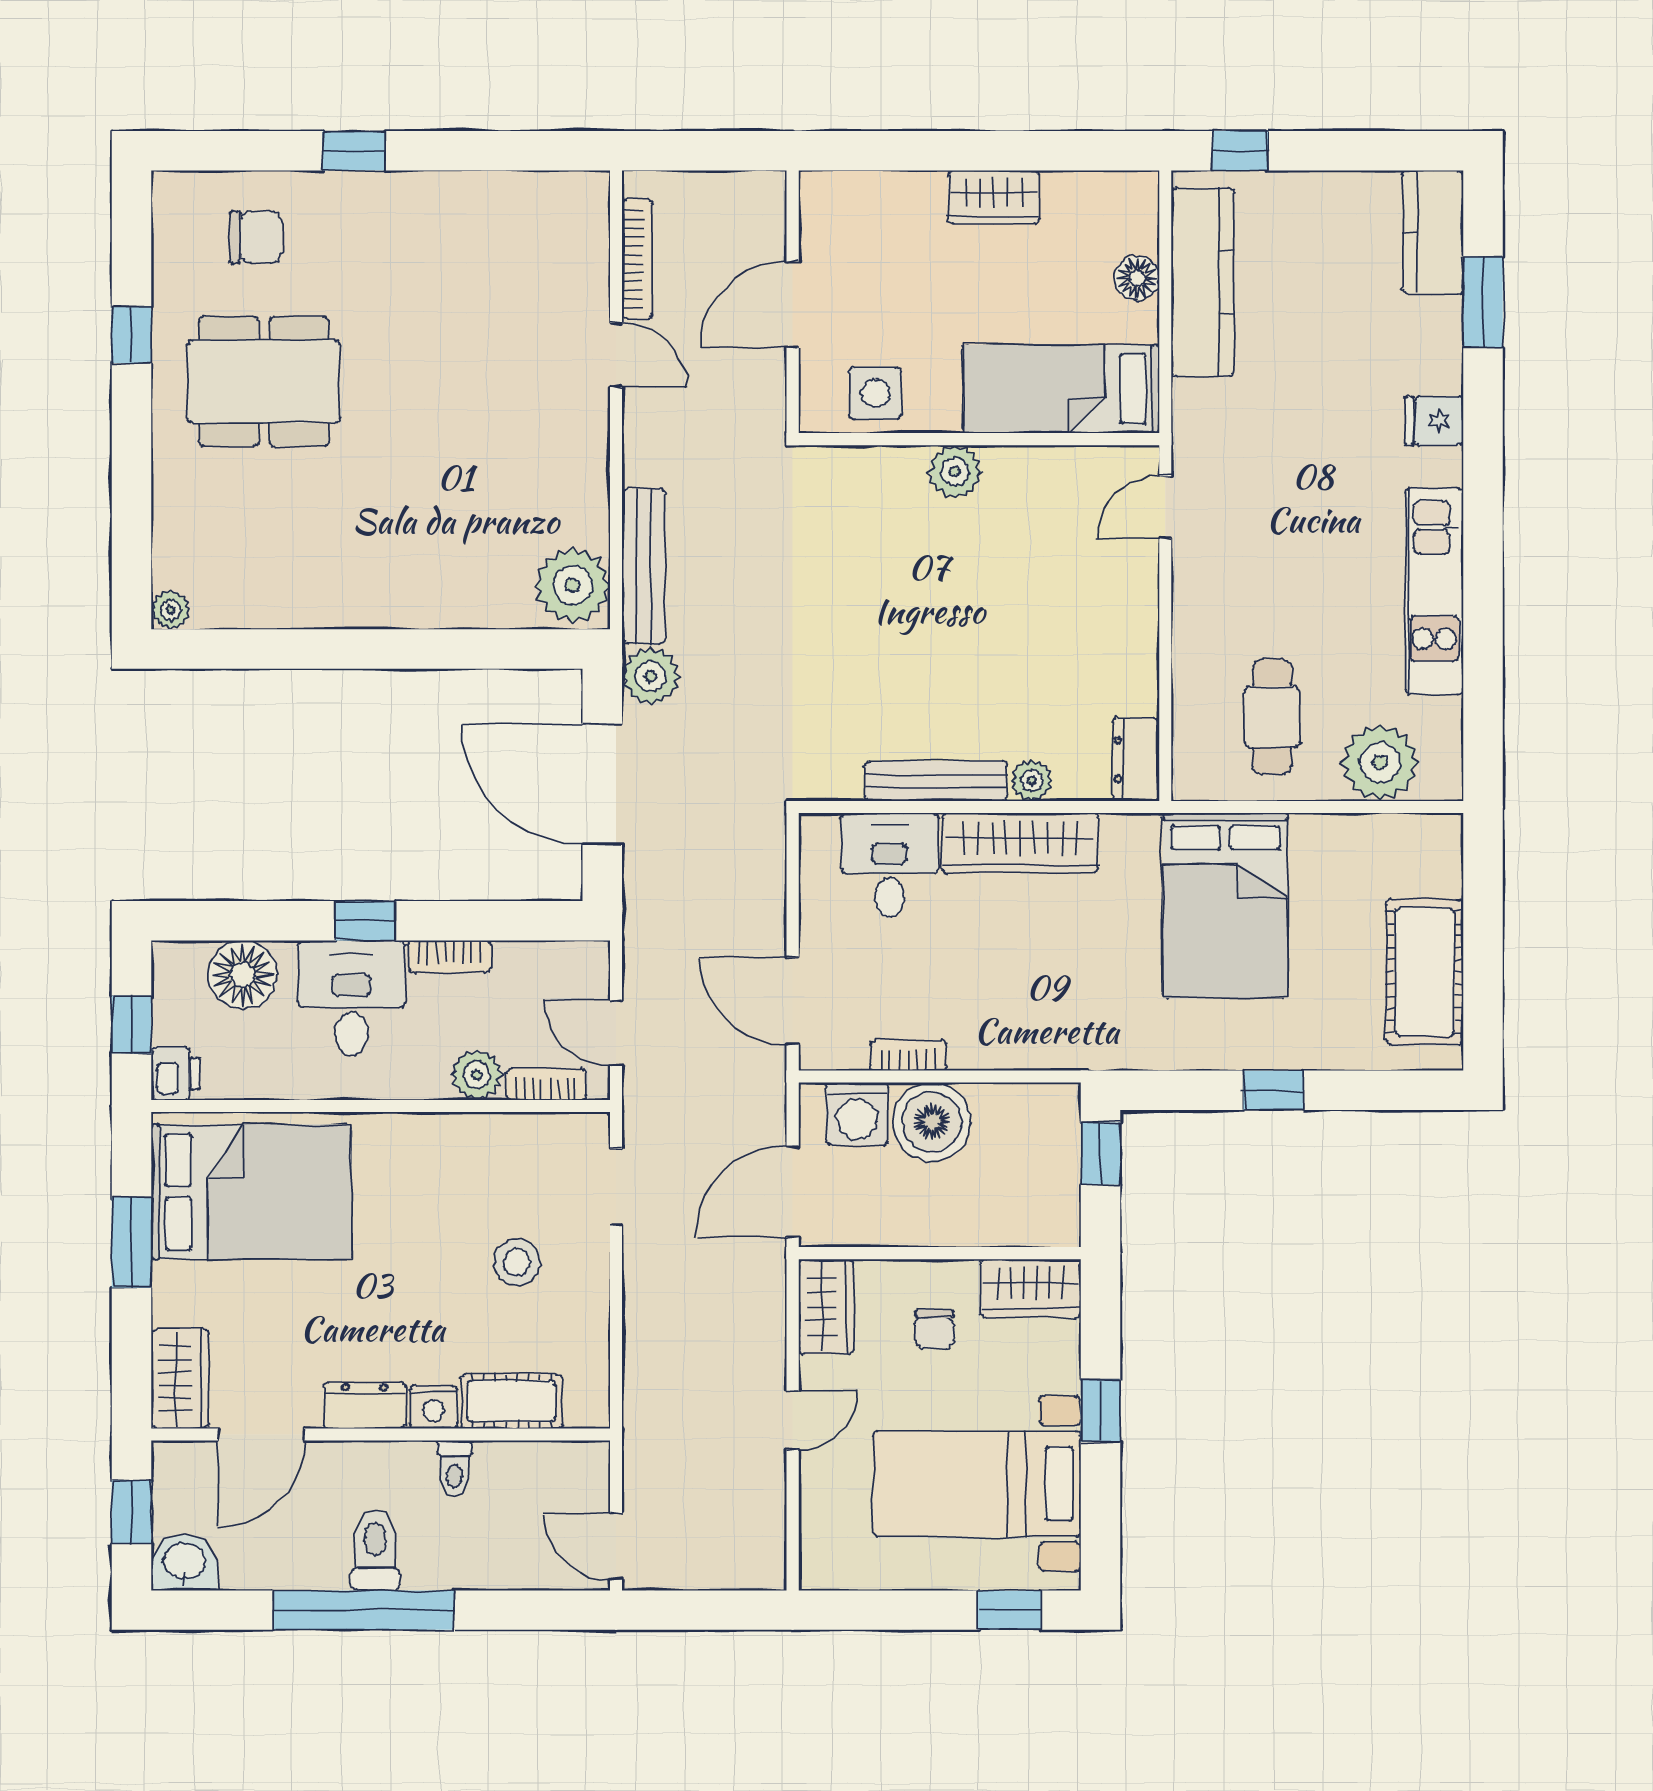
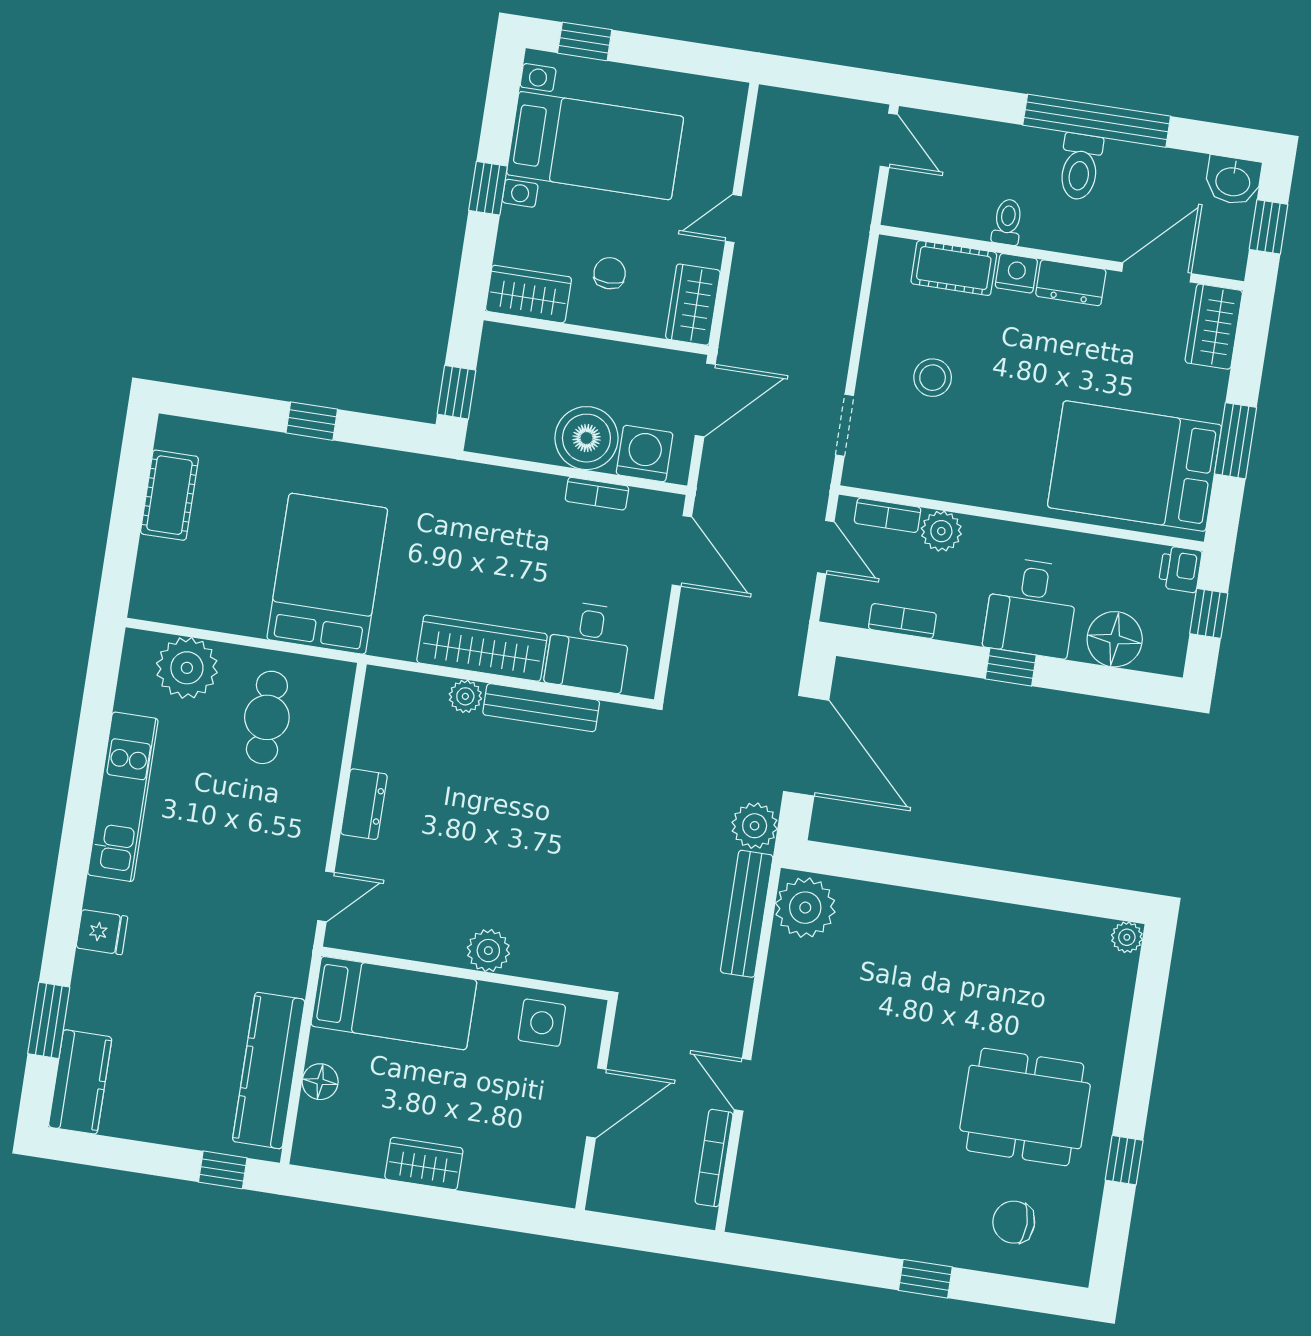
dresser: (1136, 759) -> (364, 804), moved
bookcase: (450, 957) -> (902, 621), moved
cot: (1425, 972) -> (169, 495), width x0.73, depth x0.75

